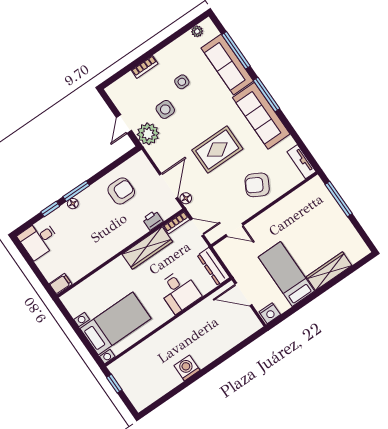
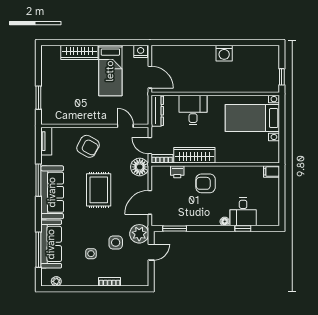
window: (267, 95) -> (38, 180), moved
rug: (217, 149) -> (99, 190), turned 90
door: (169, 186) -> (150, 202), moved
window: (76, 191) -> (175, 228), moved
armchair: (121, 191) -> (206, 183), moved
floor lamp: (186, 198) -> (140, 167), width x1.89, depth x1.89
window: (339, 199) -> (38, 98), width x0.69
desk: (39, 239) -> (243, 212), moved, turned 90

